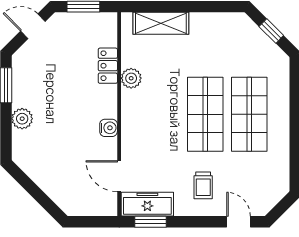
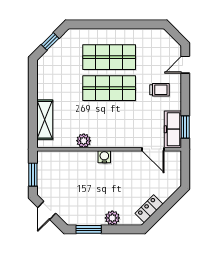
locker: (108, 66) -> (149, 209), moved, turned 135
water cooler: (109, 128) -> (104, 157), moved
door: (119, 176) -> (153, 149), hinge flipped

